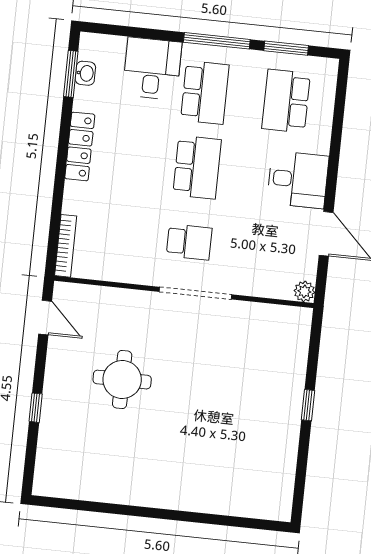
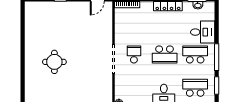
school desk: (205, 92) -> (195, 54), turned 180
school desk: (189, 242) -> (134, 54), turned 180
round table: (122, 380) -> (54, 62), moved

